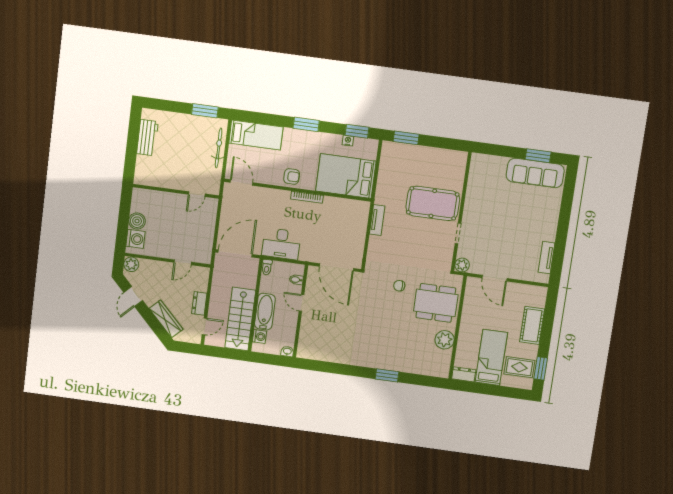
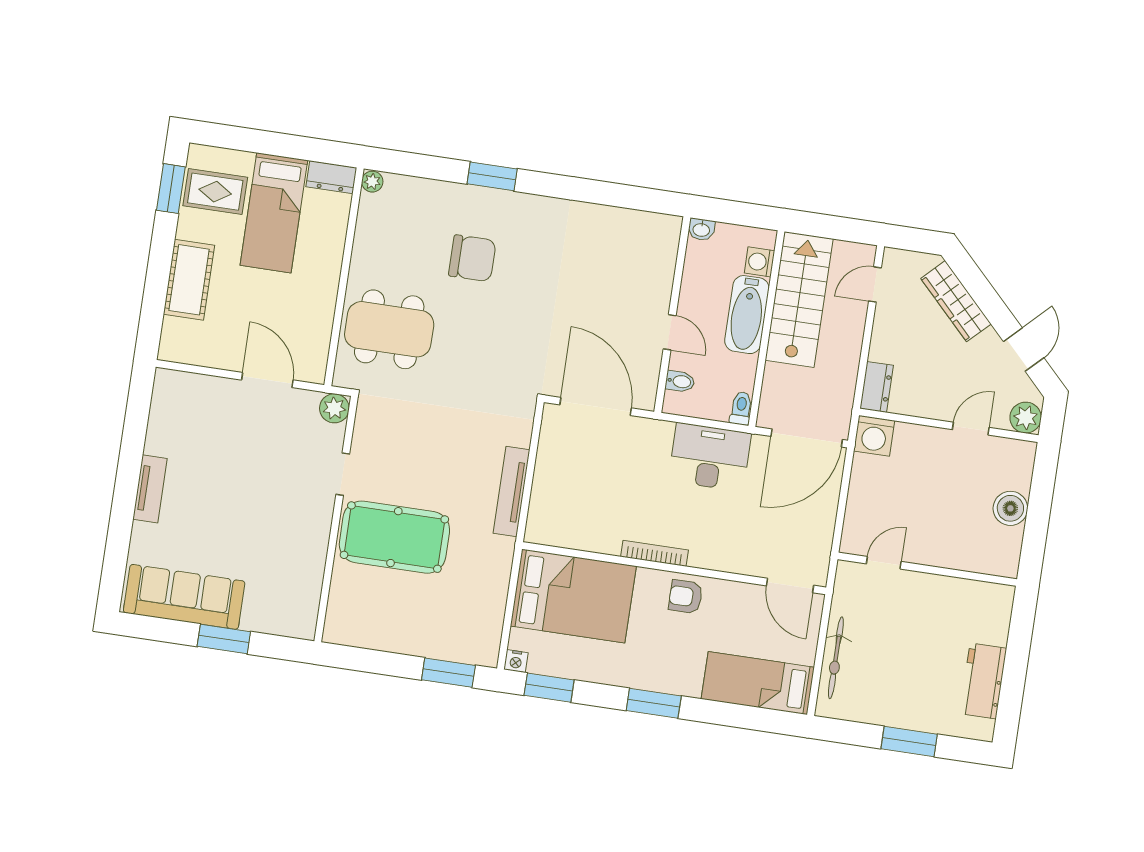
window: (205, 111) -> (909, 741), moved
nightstand: (348, 141) -> (516, 661), moved
window: (538, 156) -> (224, 639), moved
tv unit: (377, 220) -> (512, 491), width x1.41
washing machine: (135, 239) -> (874, 436), moved, turned -90
tv unit: (546, 258) -> (150, 489), moved
door: (183, 262) -> (971, 429), moved
chair: (399, 286) -> (472, 258), moved, width x1.87, depth x1.87
dresser: (199, 303) -> (877, 387), moved
plant: (445, 340) -> (372, 182), moved, width x0.53, depth x0.53

